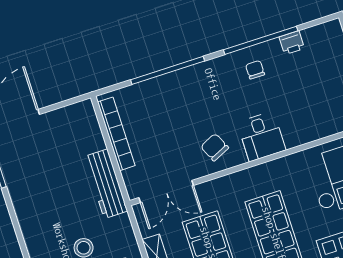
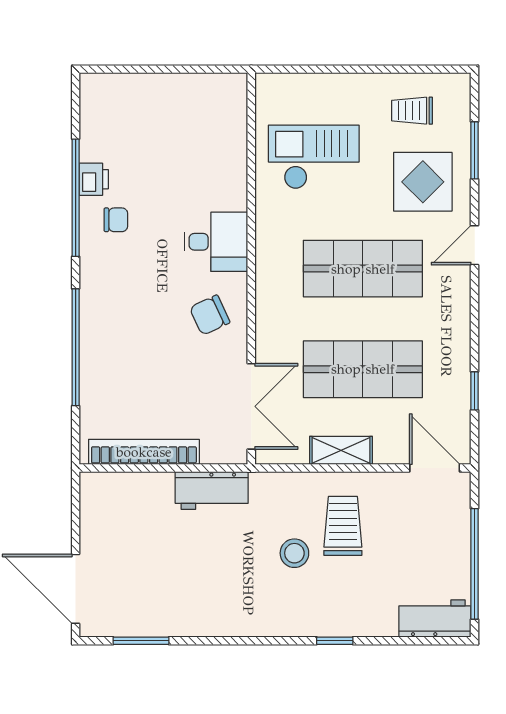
printer: (292, 43) -> (94, 179), moved
chair: (255, 70) -> (116, 220), turned 180
workbench: (106, 184) -> (212, 490), width x0.73

